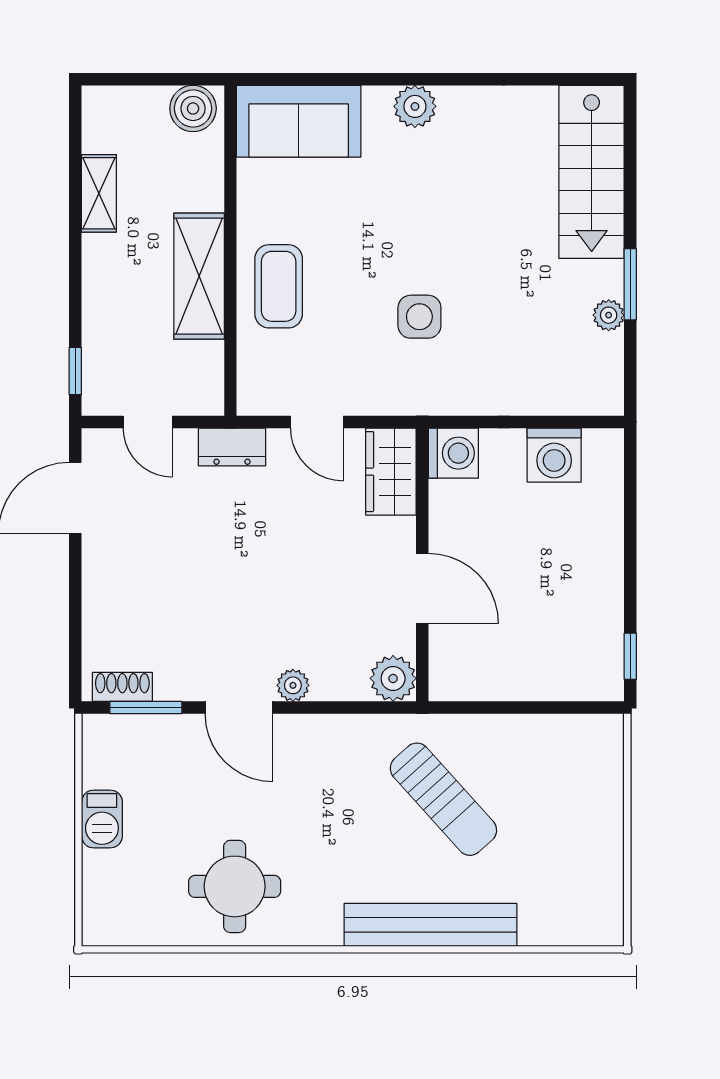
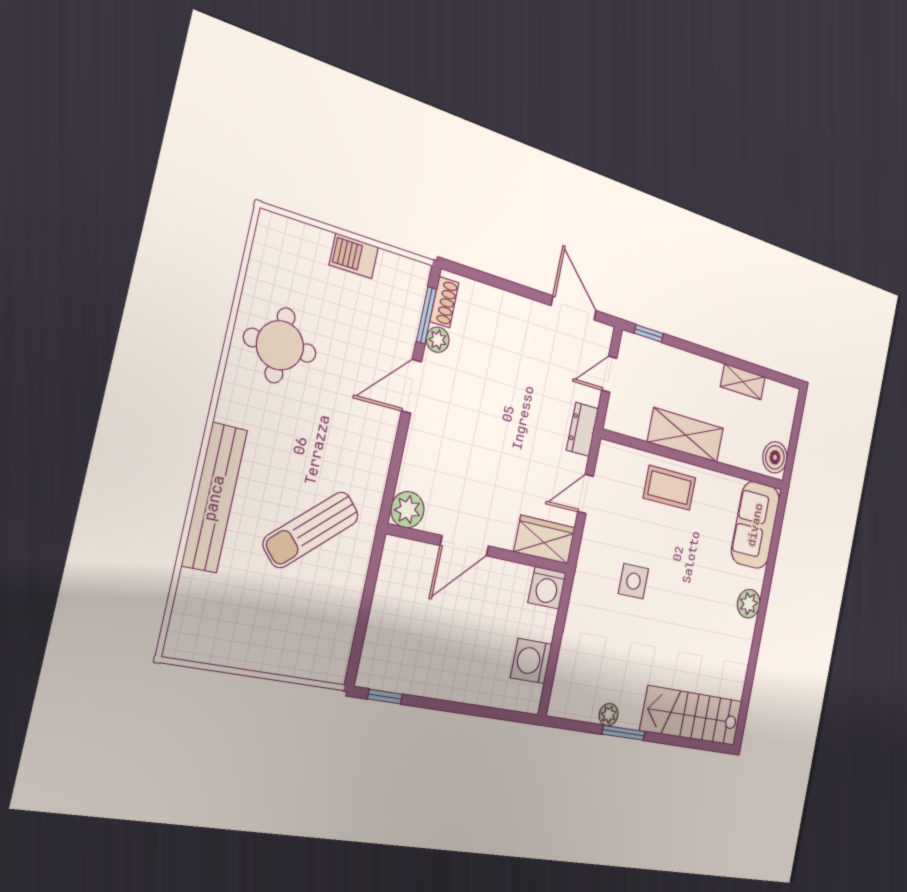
plant: (293, 685) -> (438, 340), moved

